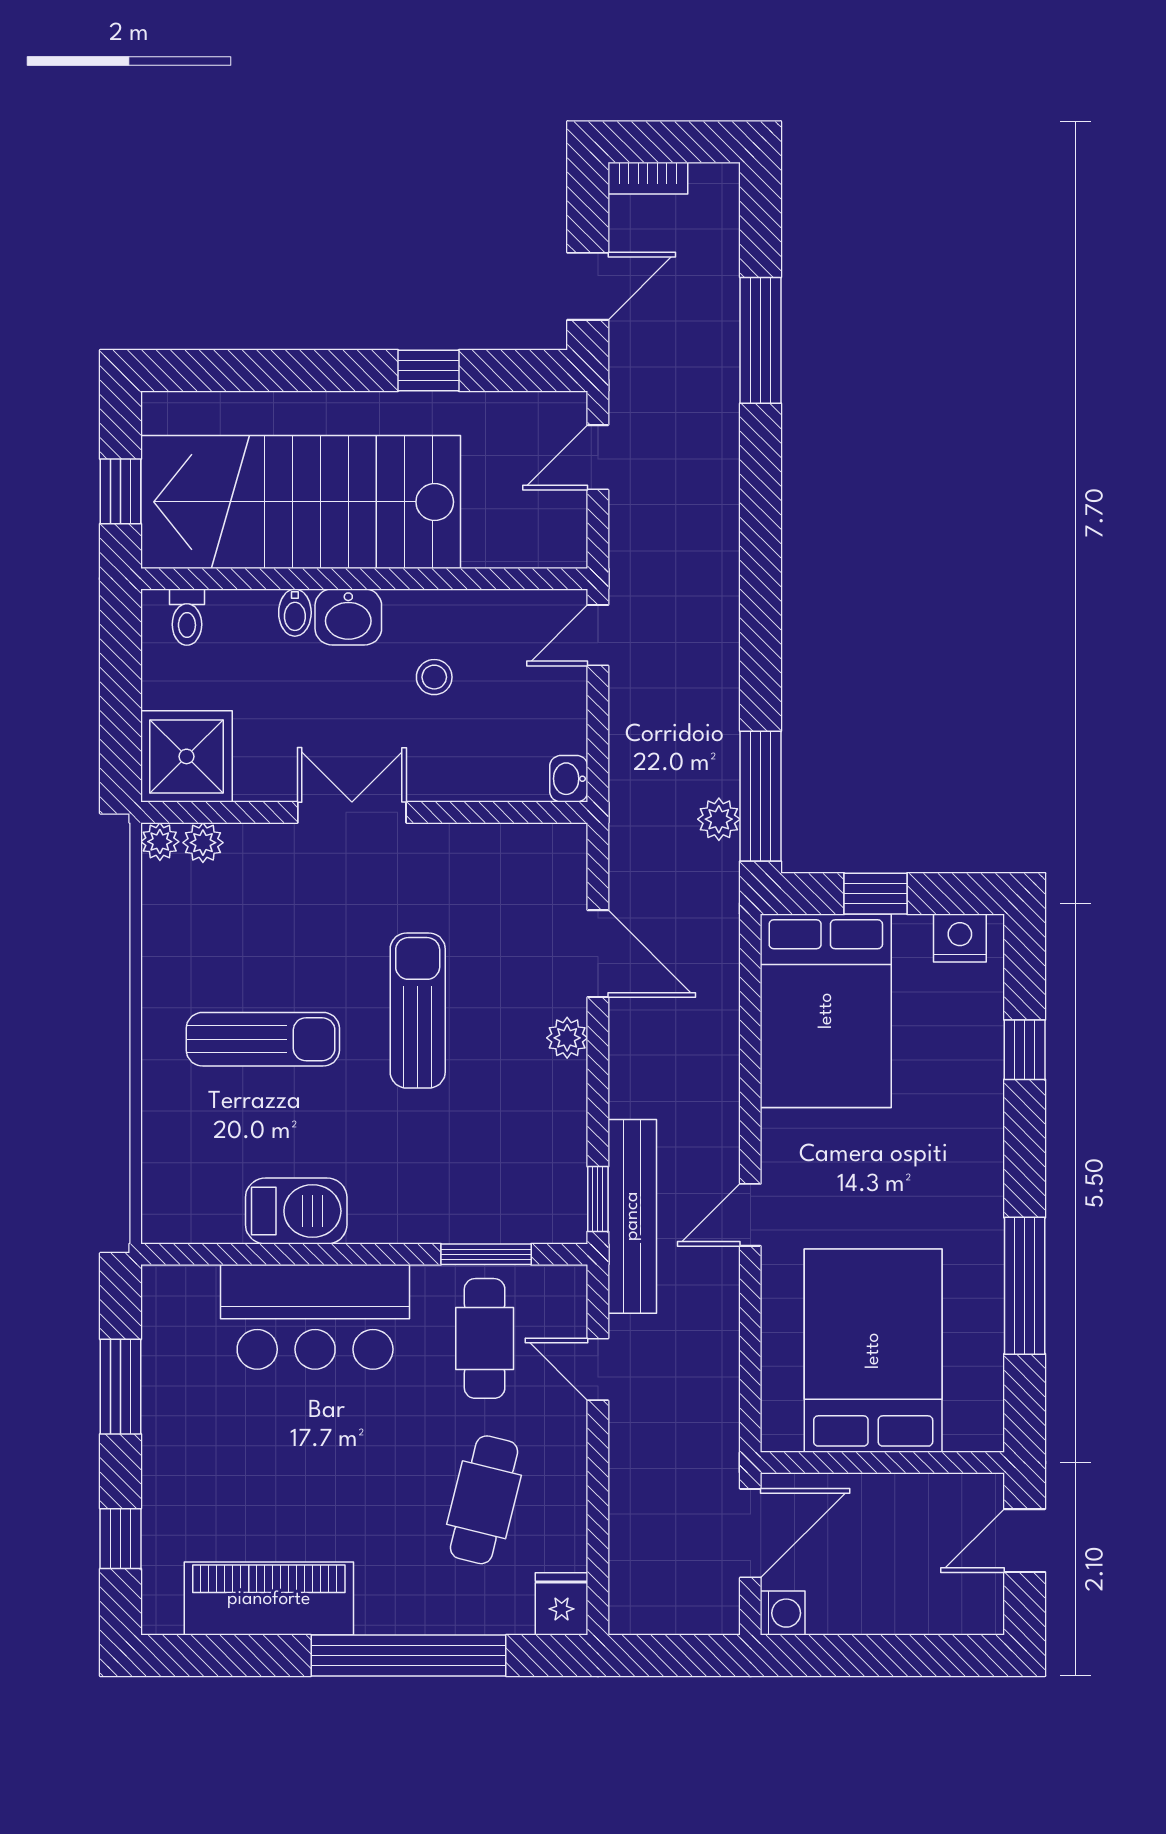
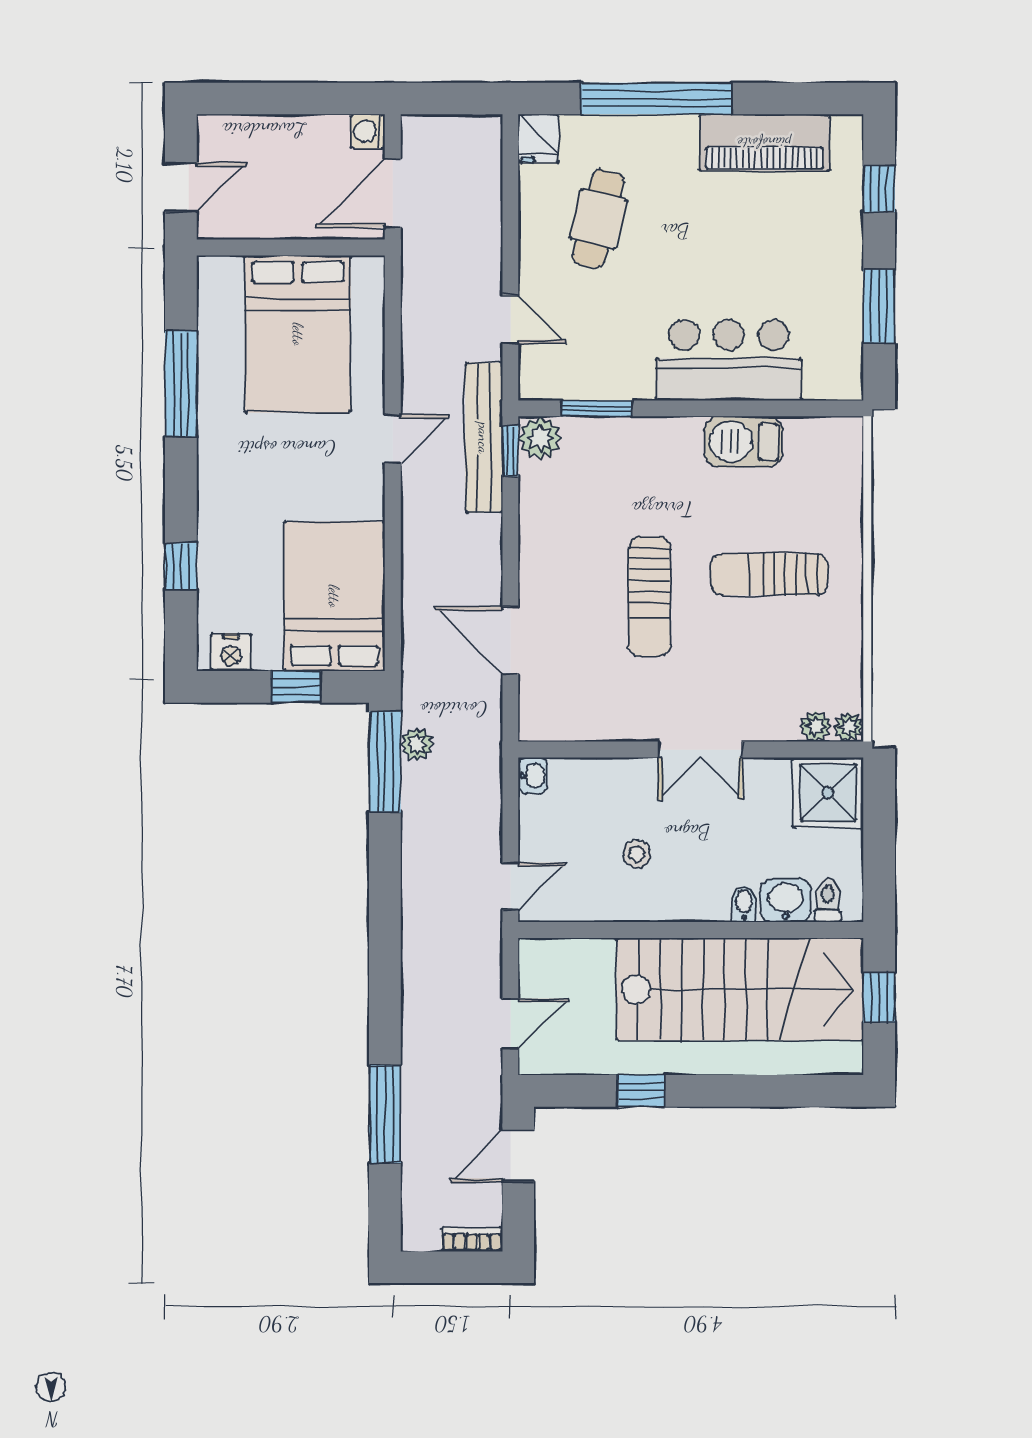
washbasin: (348, 617) -> (786, 900), moved
plant: (567, 1038) -> (540, 438), moved, width x1.38, depth x1.38
cafe table: (485, 1338) -> (598, 343), removed

